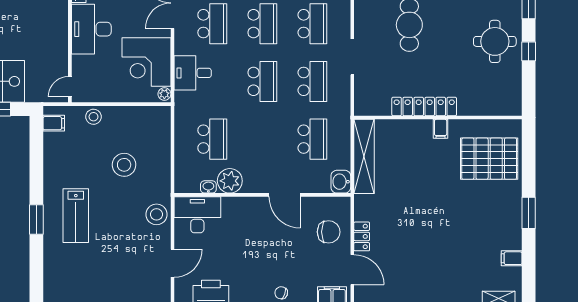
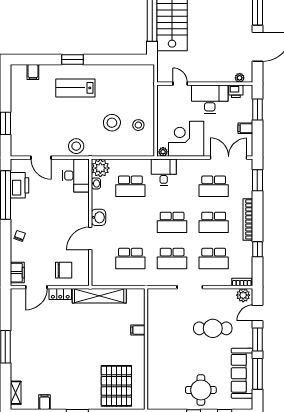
desk: (193, 73) -> (164, 172), moved
door: (70, 87) -> (180, 84), moved
locker: (424, 107) -> (154, 339), removed
stool: (94, 117) -> (138, 125), moved
filing cabinet: (54, 123) -> (33, 72), moved
filing cabinet: (441, 129) -> (138, 330), moved
shelving: (364, 156) -> (99, 296), moved
plant: (230, 181) -> (100, 168), moved
washbasin: (341, 182) -> (99, 217), moved, turned 90
chair: (329, 232) -> (64, 270), turned -90

